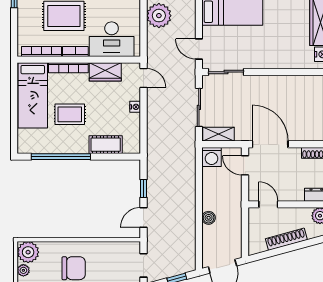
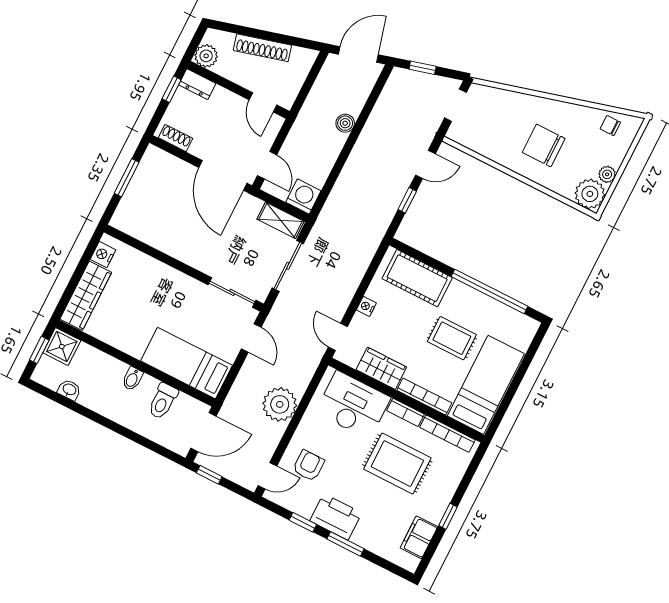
cot: (106, 145) -> (417, 278), width x1.37, depth x1.34

